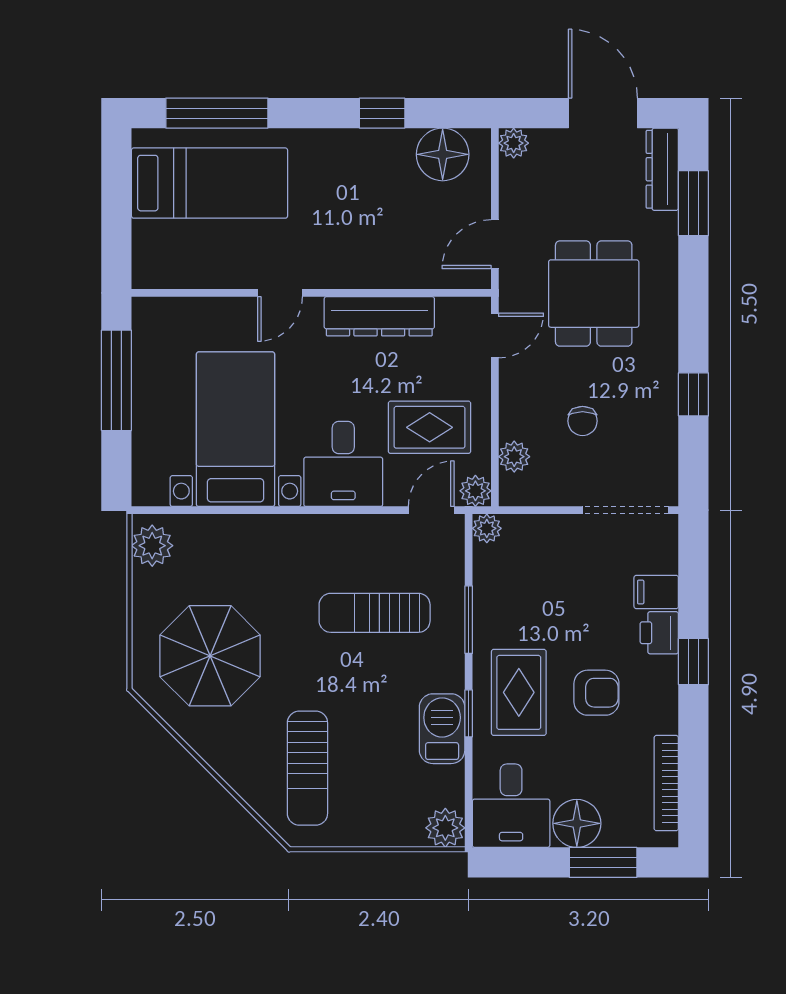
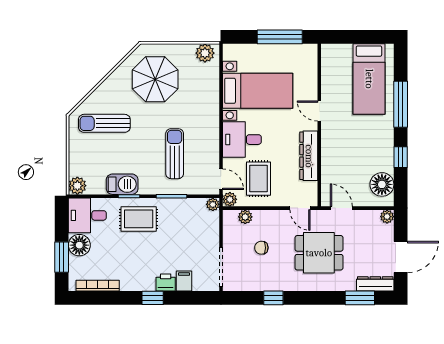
window: (217, 113) -> (401, 104), moved
armchair: (596, 693) -> (138, 254), removed

